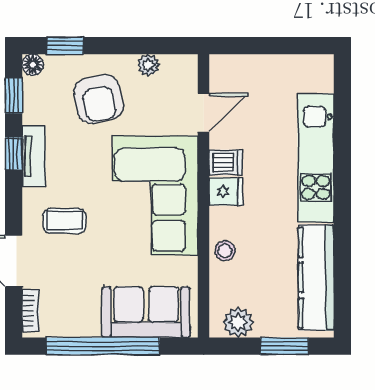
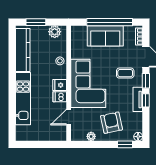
window: (14, 95) -> (146, 81), moved
sofa: (146, 312) -> (105, 36), moved

